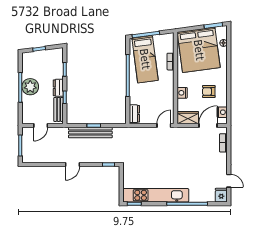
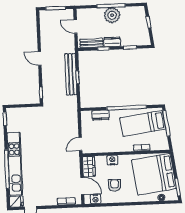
dresser: (134, 114) -> (101, 115), moved
door: (164, 126) -> (80, 144), swing flipped
kitchen unit: (156, 195) -> (15, 164), moved

